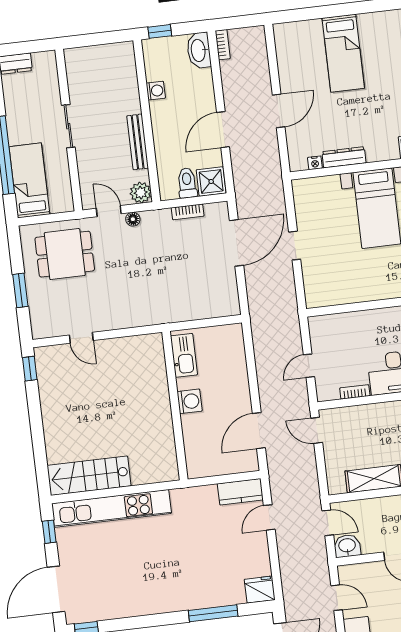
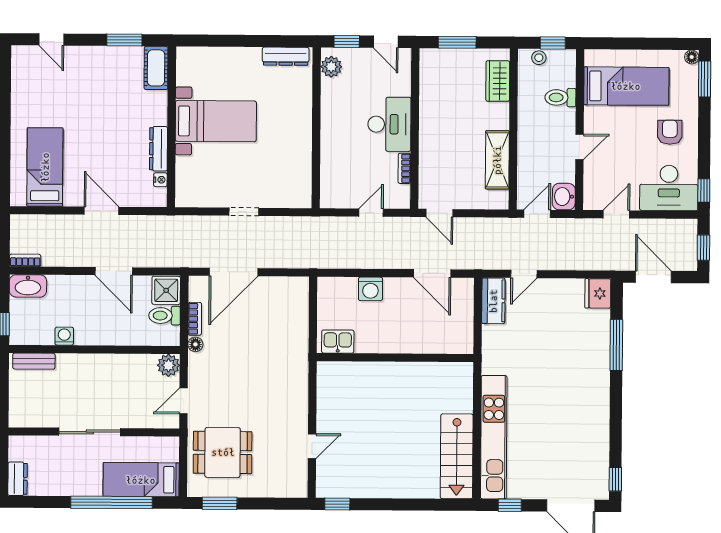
bed: (343, 53) -> (45, 167), moved, turned -90
sliding door: (68, 126) -> (90, 432), width x1.37
bench: (138, 142) -> (34, 361), moved, width x0.73
floor lamp: (133, 219) -> (195, 344), moved
door: (236, 243) -> (233, 272), swing flipped
dining table: (65, 254) -> (223, 452), turned 90
window: (20, 290) -> (220, 503), moved
kitchen sink: (184, 355) -> (338, 342), width x0.73
door: (309, 366) -> (371, 213), swing flipped
washing machine: (190, 401) -> (370, 289), moved, turned 180
door: (317, 430) -> (439, 213), hinge flipped
door: (269, 517) -> (524, 274), hinge flipped

